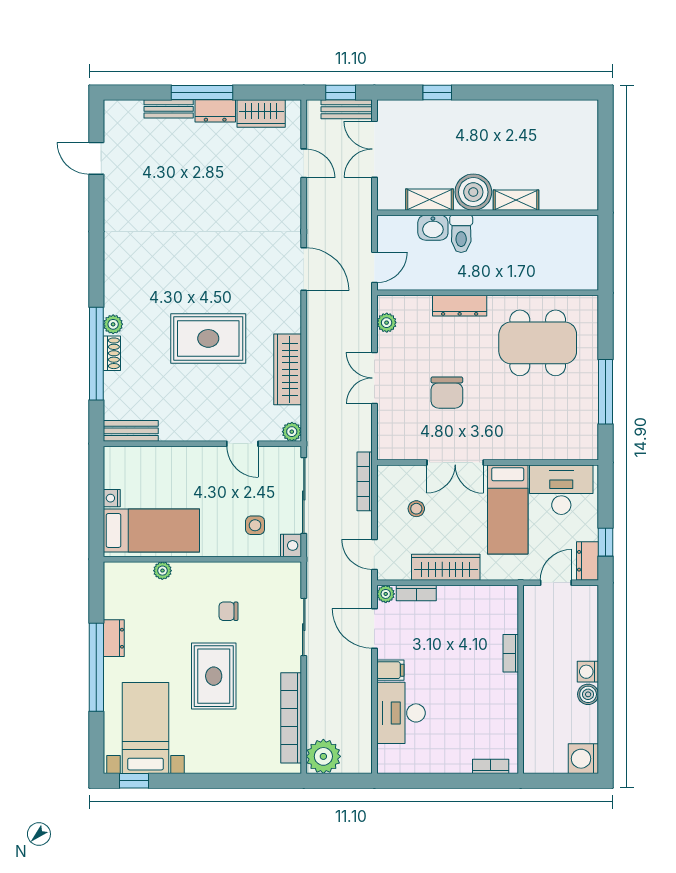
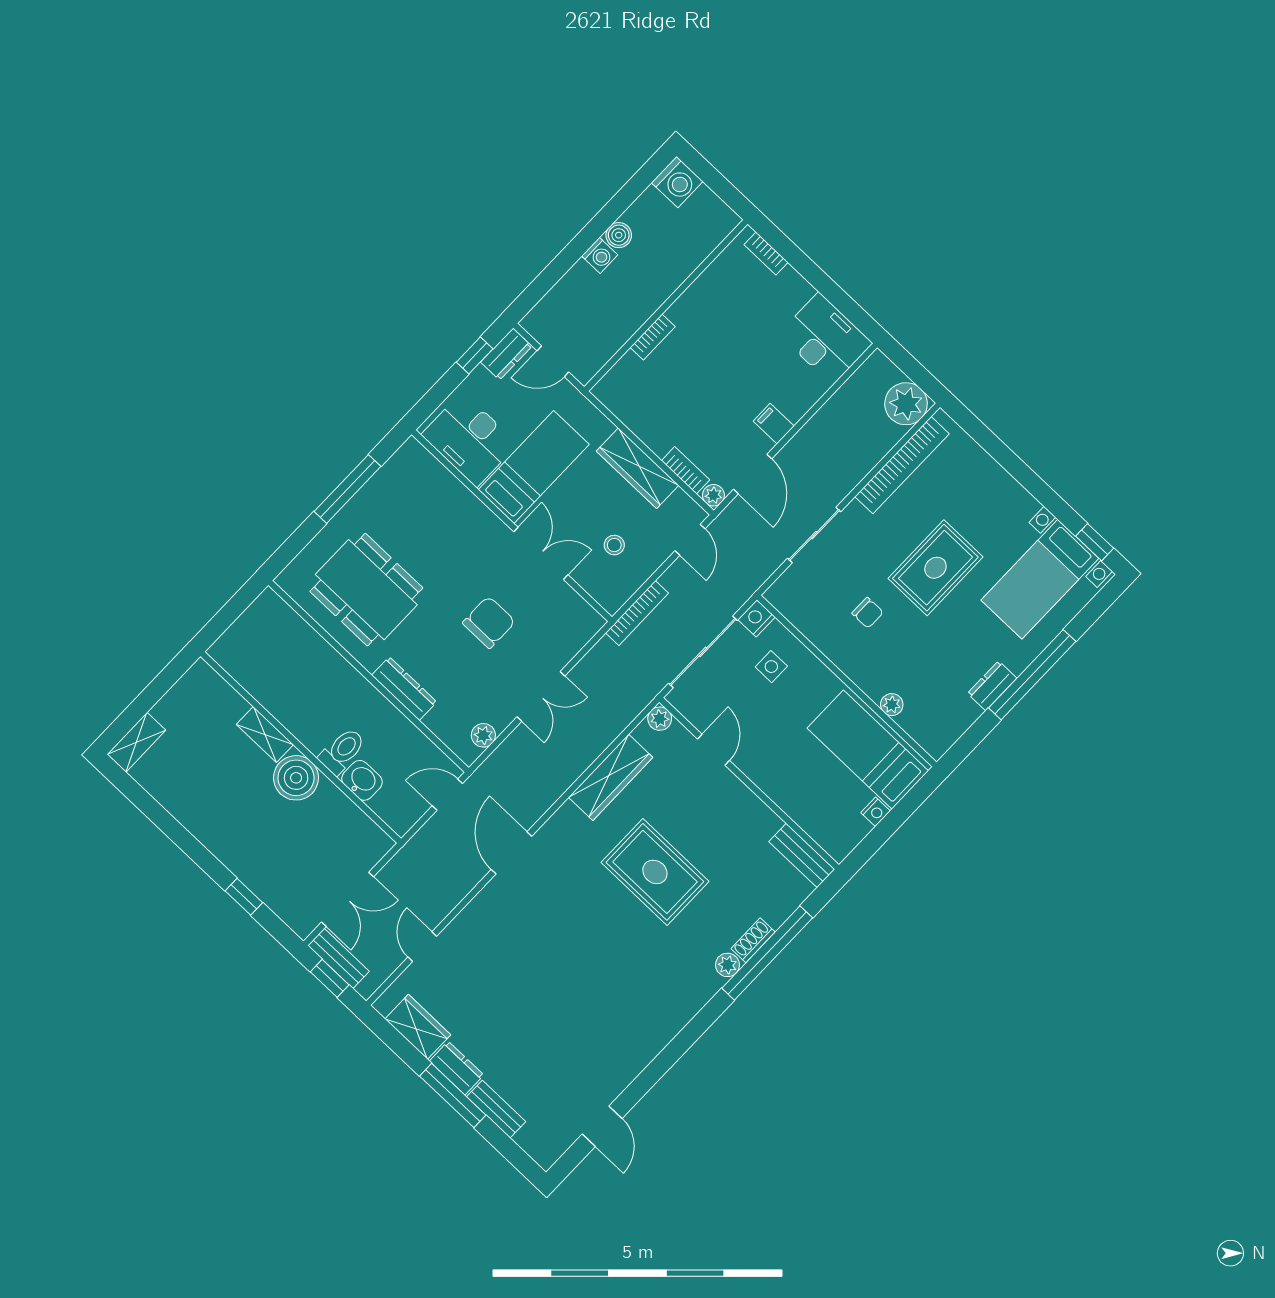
shelving: (429, 200) -> (136, 742), moved, turned 90
desk: (401, 713) -> (825, 339), moved, turned -90

